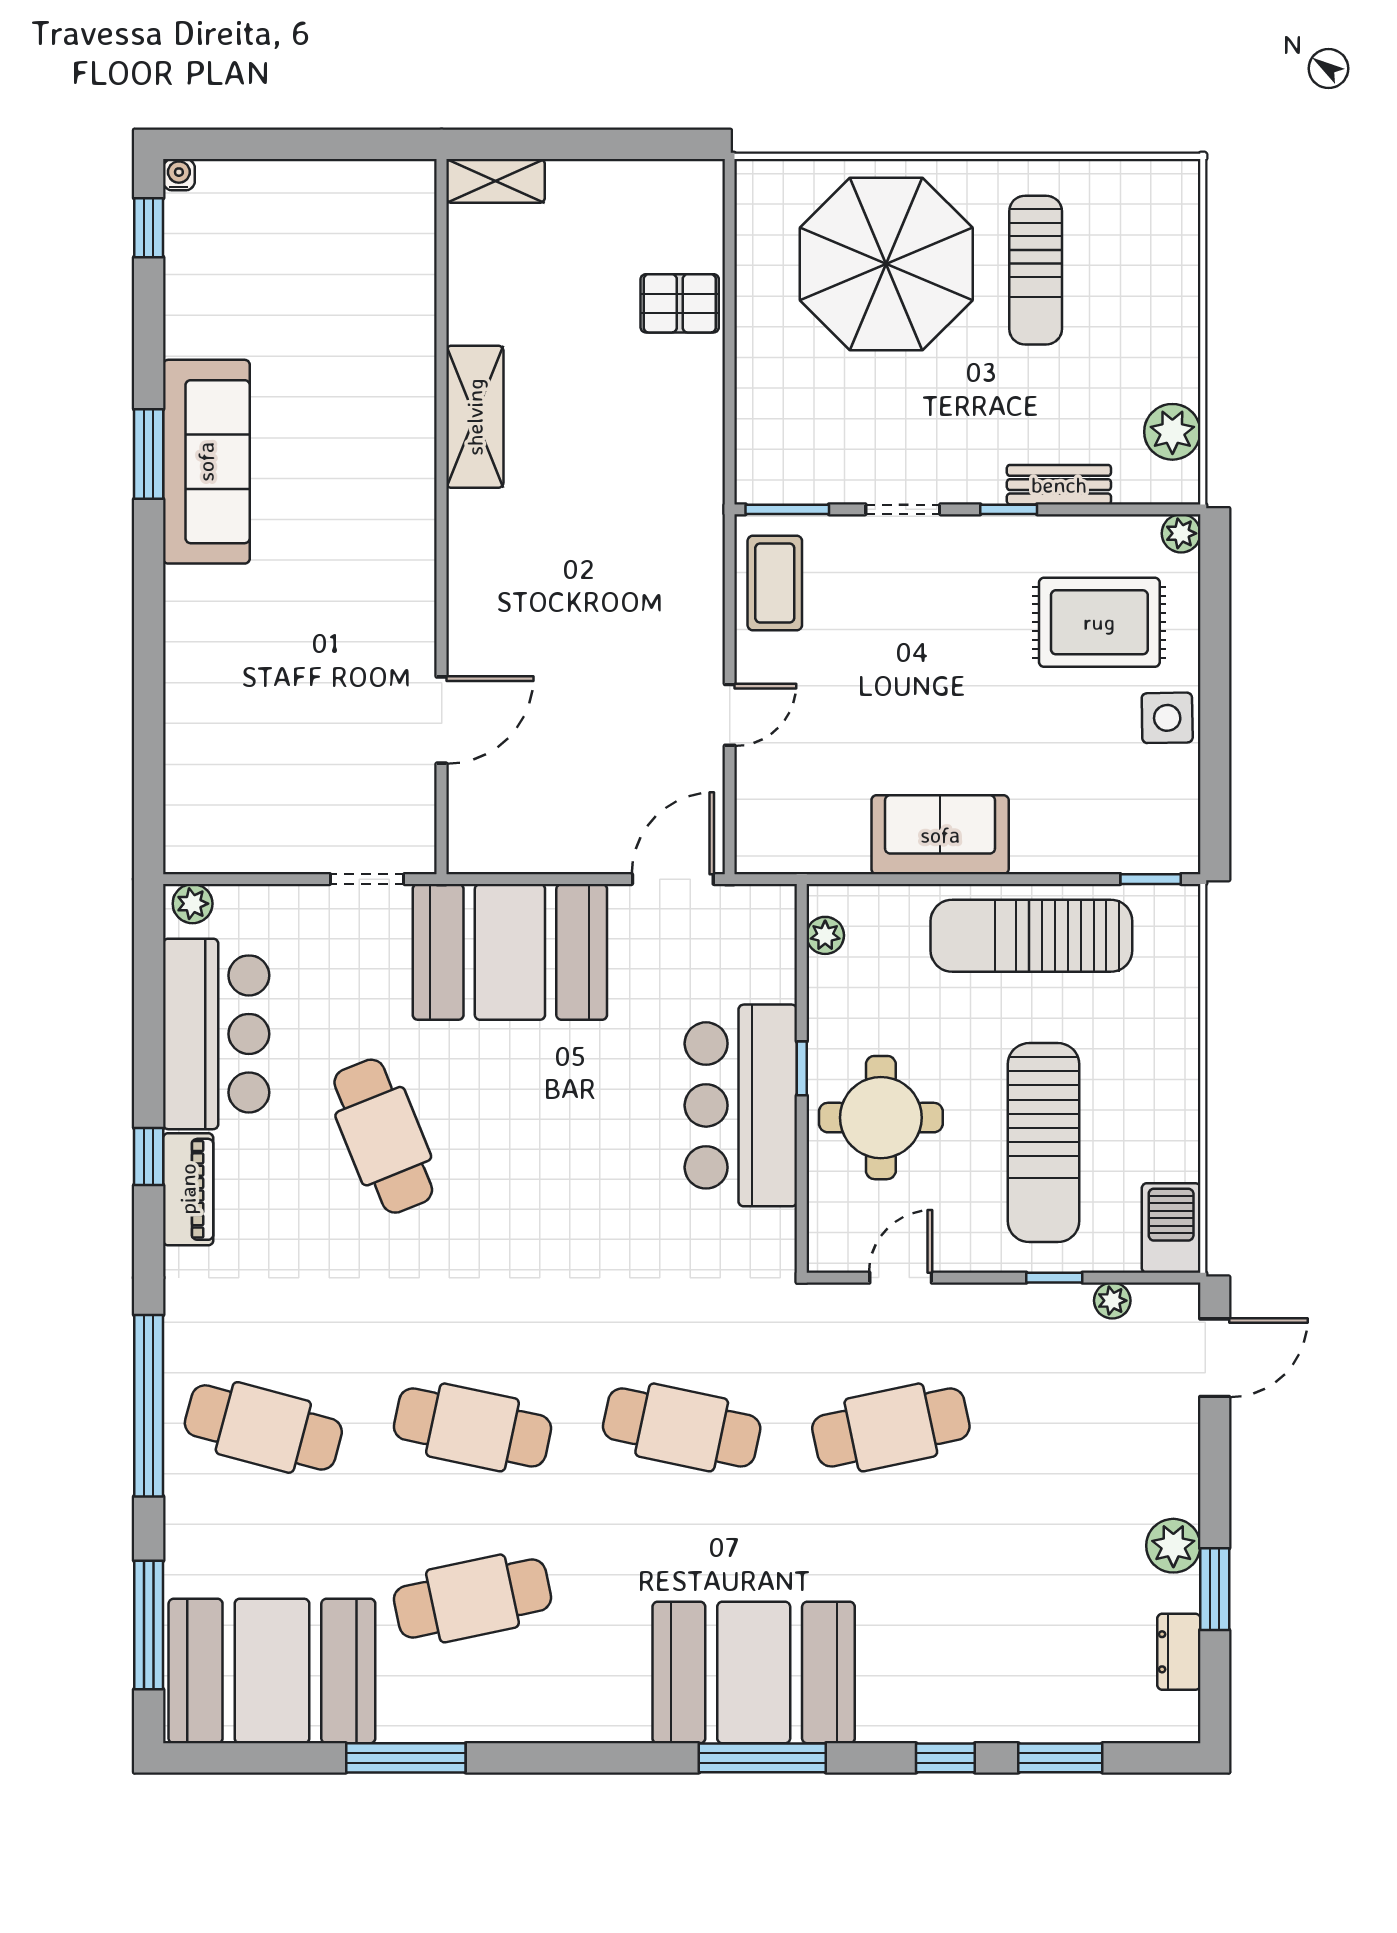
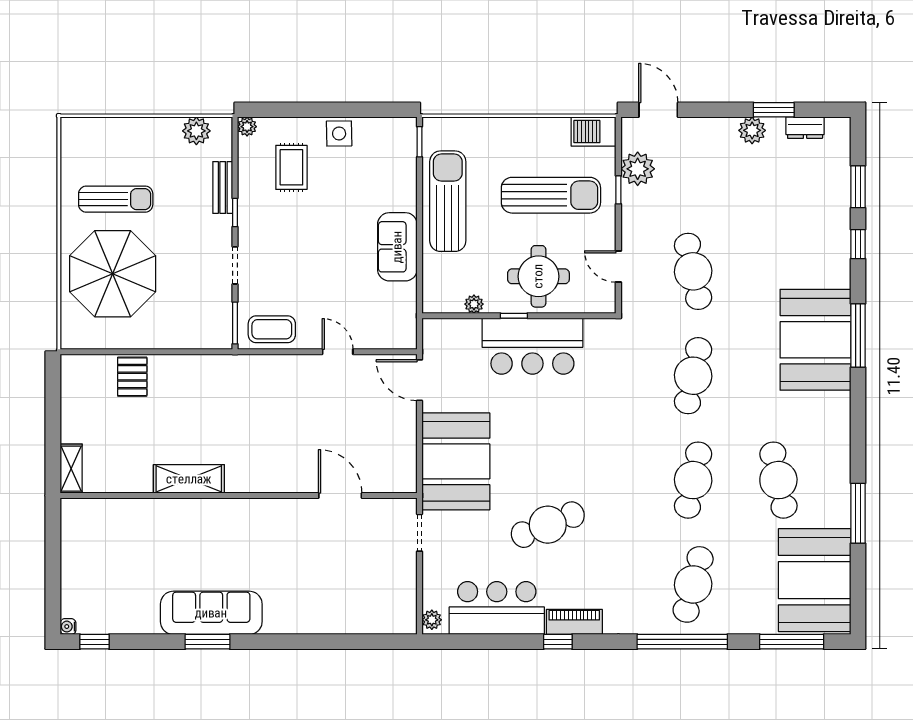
rug: (1099, 622) -> (291, 167), width x0.73, depth x0.70
plant: (825, 935) -> (474, 304), moved
sun lounger: (1031, 936) -> (448, 201), turned 180
plant: (1112, 1301) -> (638, 169), width x1.88, depth x1.88

